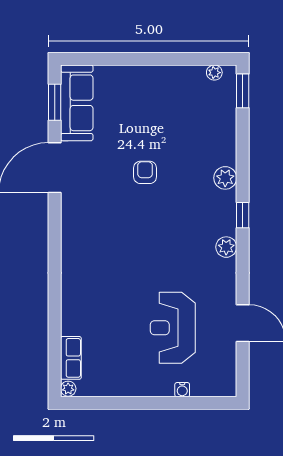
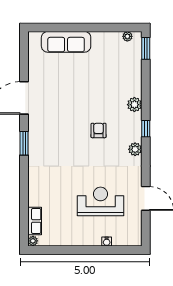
window: (55, 102) -> (24, 143), moved
sofa: (77, 103) -> (66, 42), moved, turned 90
armchair: (145, 172) -> (99, 130), moved
reception desk: (173, 328) -> (101, 201), turned 90

